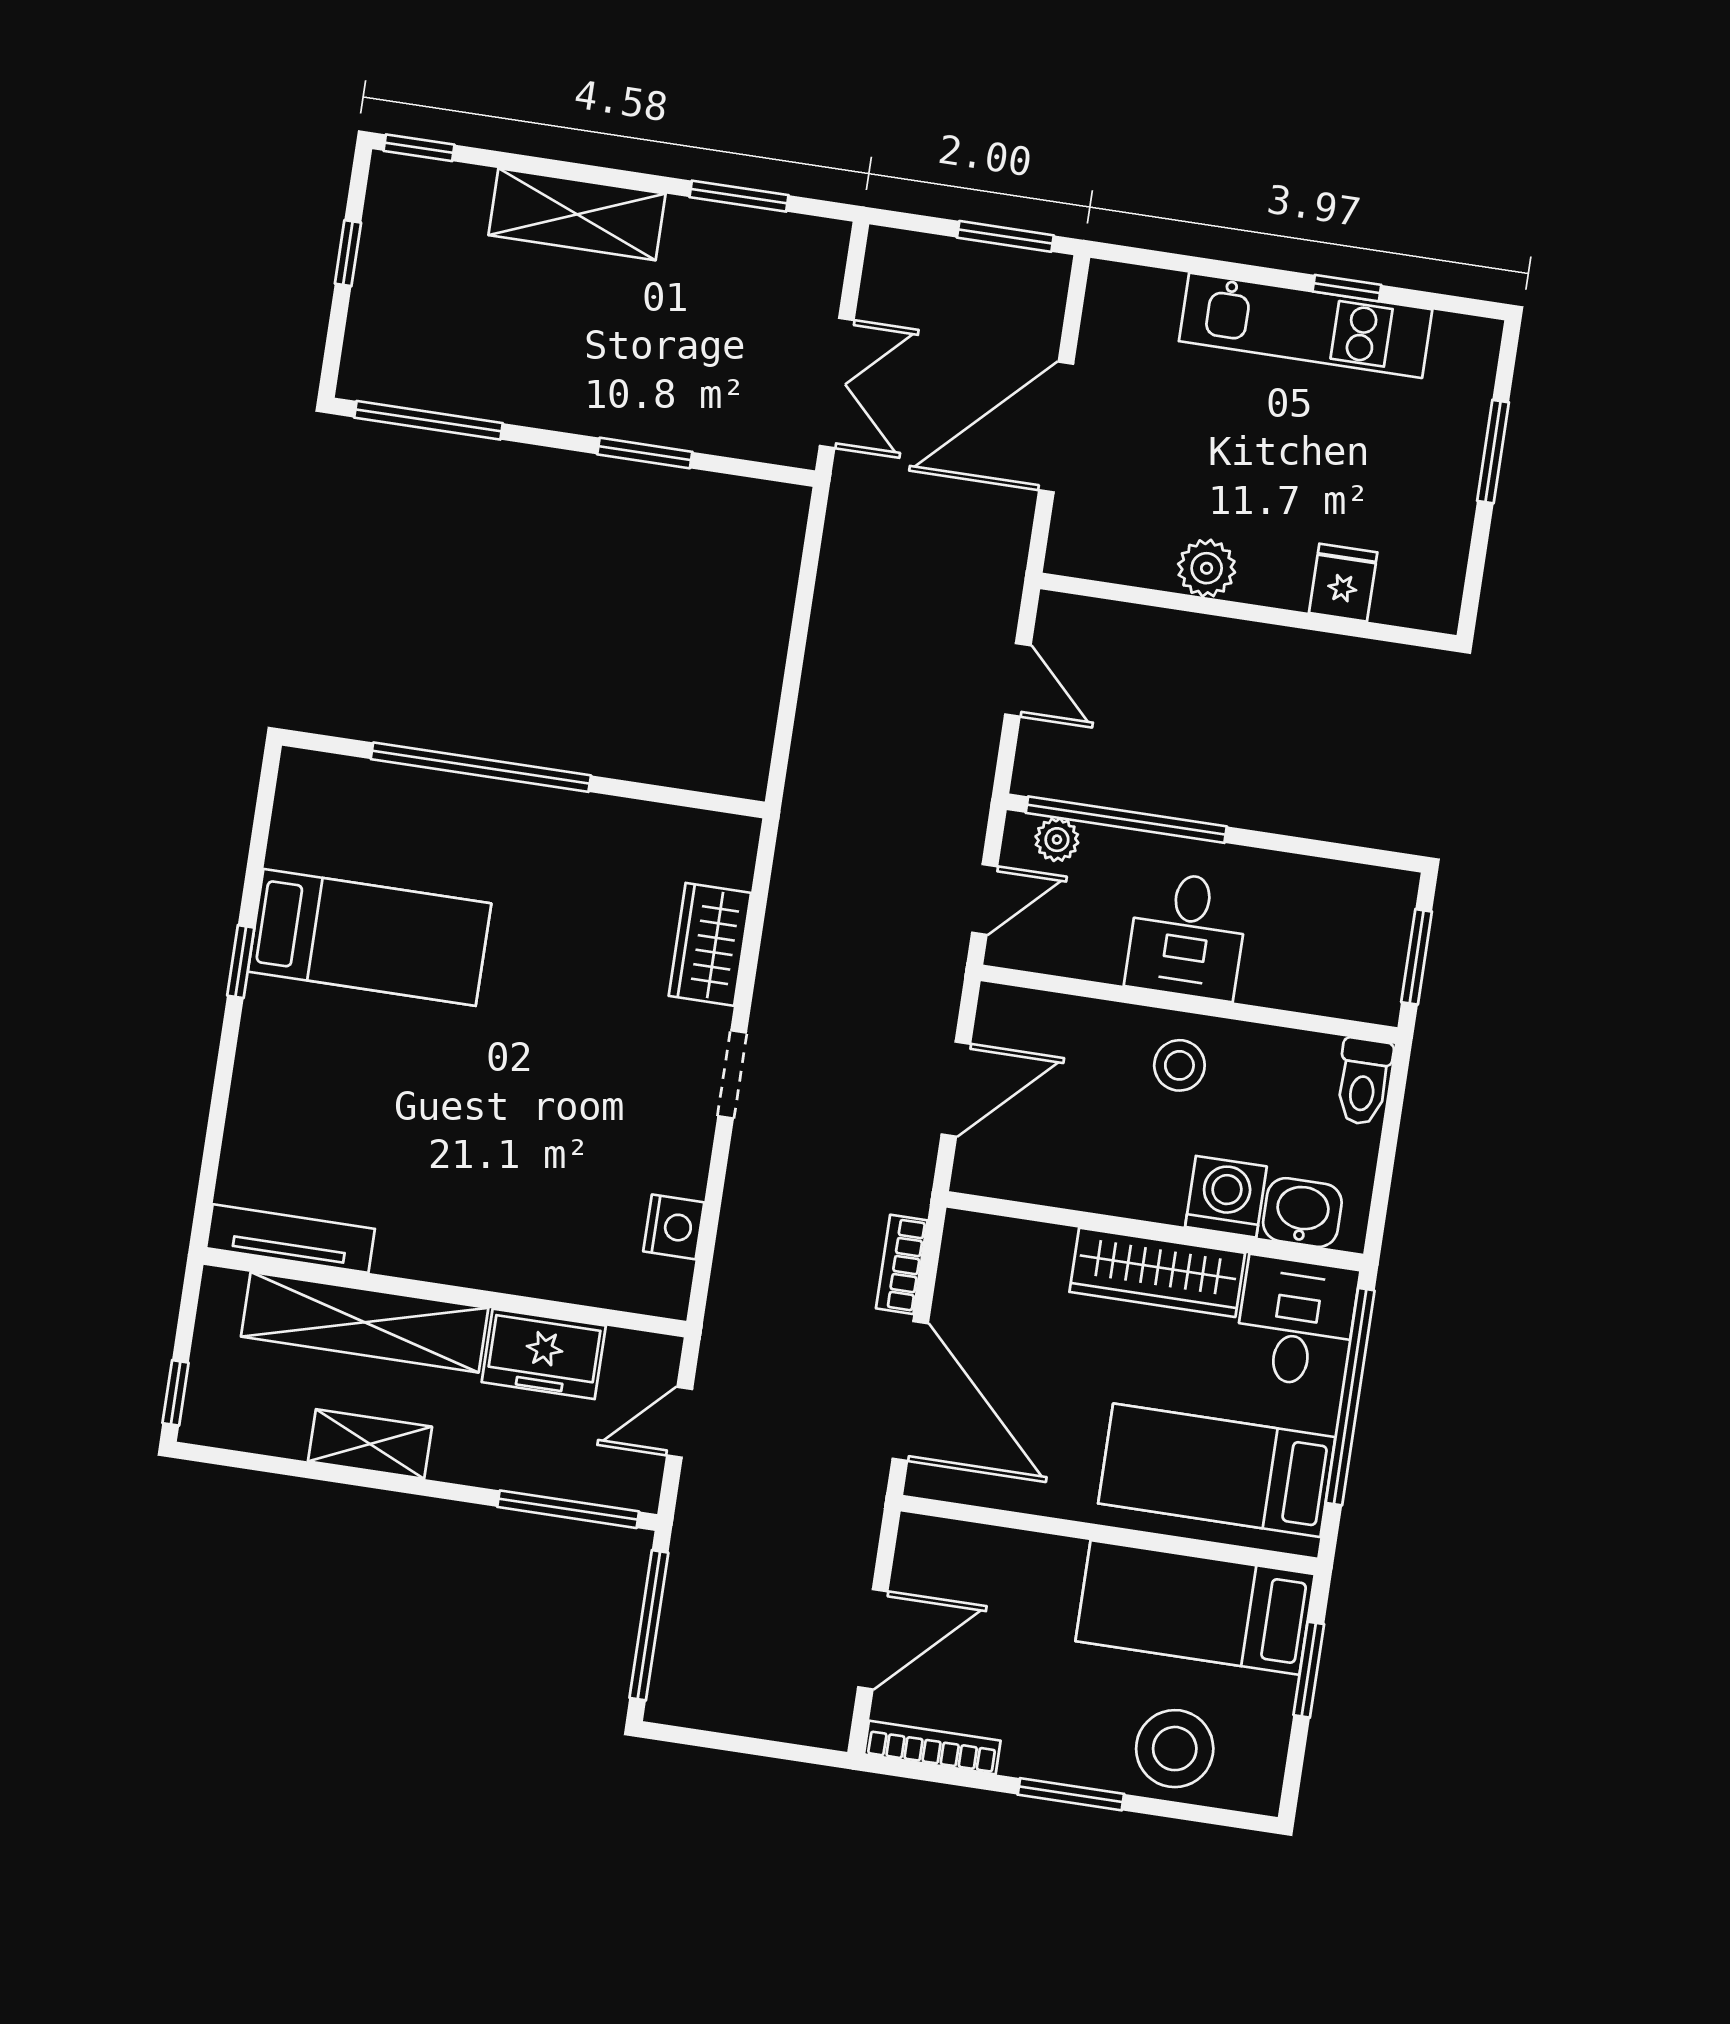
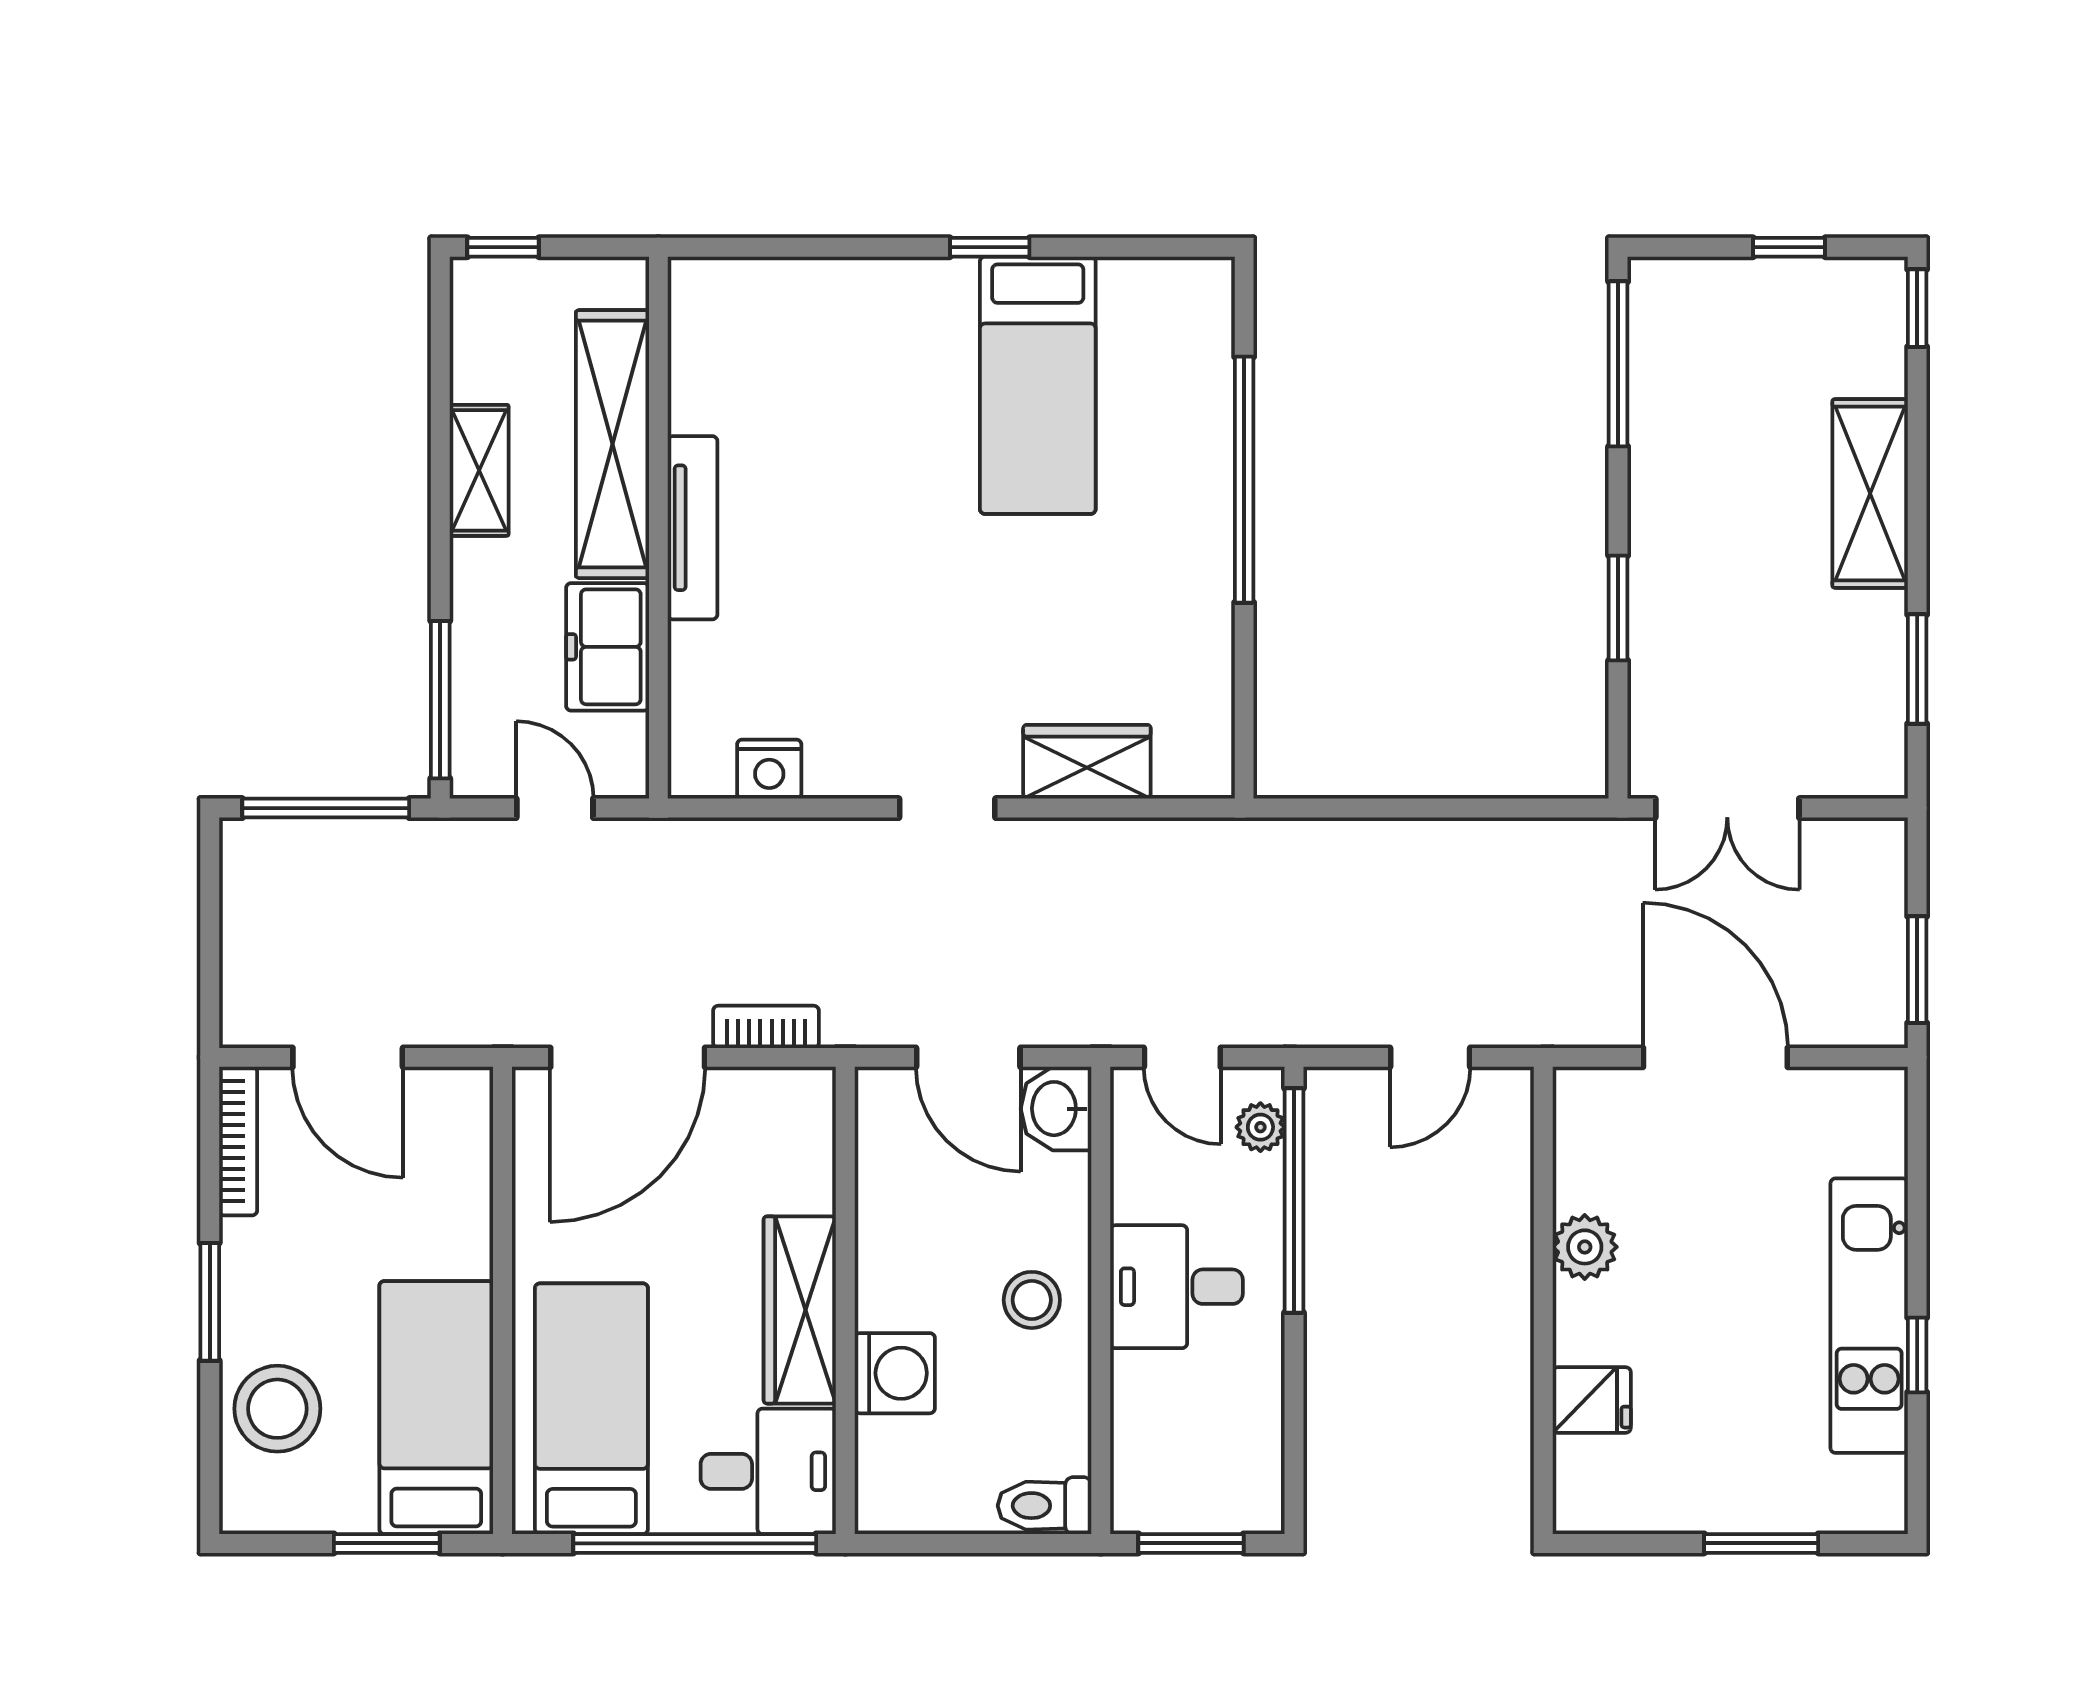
washbasin: (1302, 1212) -> (1056, 1109), moved, turned 180
tv unit: (290, 1238) -> (693, 528), moved

